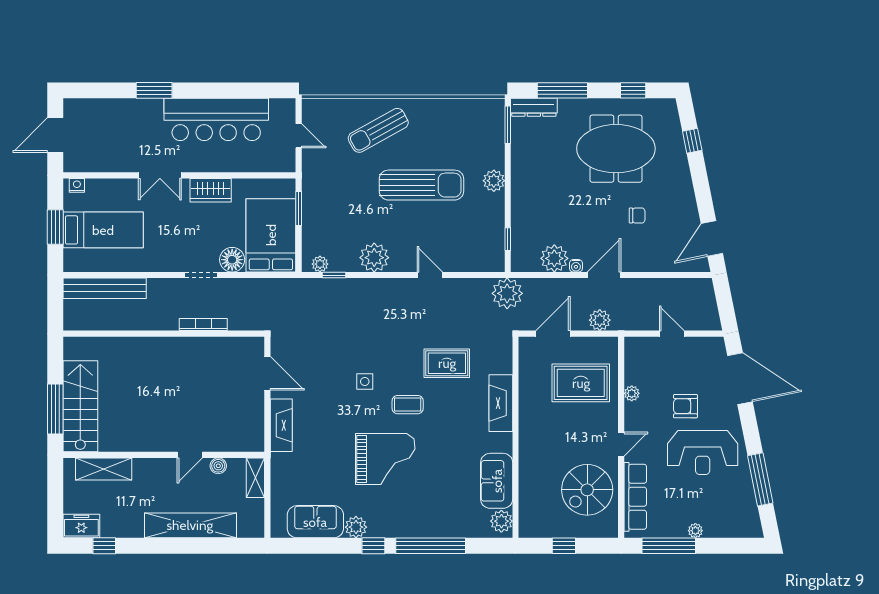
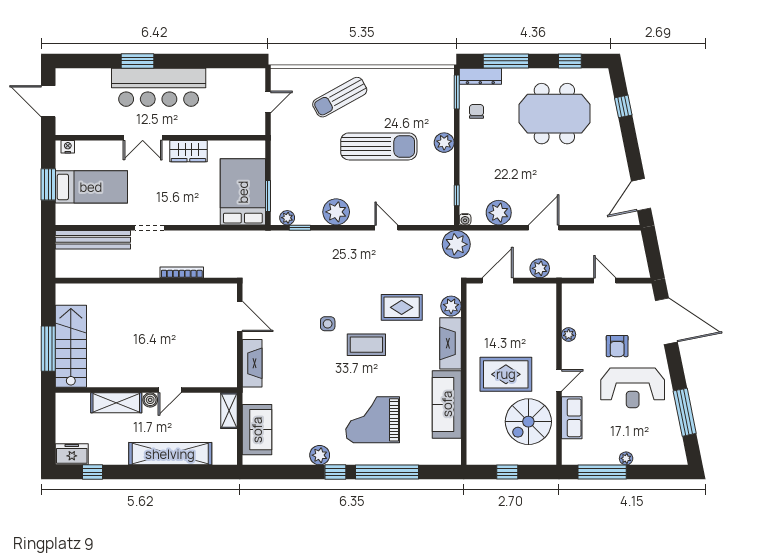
bar counter: (216, 119) -> (159, 87), moved
door: (55, 135) -> (48, 101), hinge flipped
door: (299, 136) -> (268, 102), hinge flipped
window: (299, 209) -> (268, 196), moved
chair: (637, 216) -> (476, 111), moved, turned -90
floor lamp: (232, 260) -> (208, 214), removed
water cooler: (576, 266) -> (465, 219), moved
doorway: (201, 275) -> (149, 228), moved
rug: (581, 383) -> (506, 374), moved
coffee table: (408, 405) -> (366, 345), width x1.36, depth x1.30
armchair: (685, 406) -> (617, 346), turned -90
grand piano: (385, 459) -> (373, 420), moved, turned 180
boiler: (218, 466) -> (150, 400), moved
shelving: (104, 469) -> (116, 403), moved
sofa: (497, 481) -> (447, 404), width x1.36
row of seats: (635, 497) -> (572, 418), width x0.68
plant: (501, 521) -> (451, 306), moved
sofa: (315, 522) -> (257, 430), moved, turned 90

